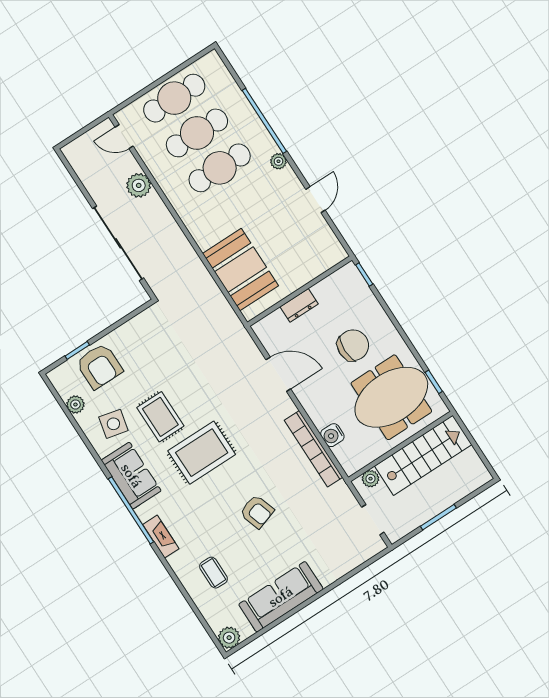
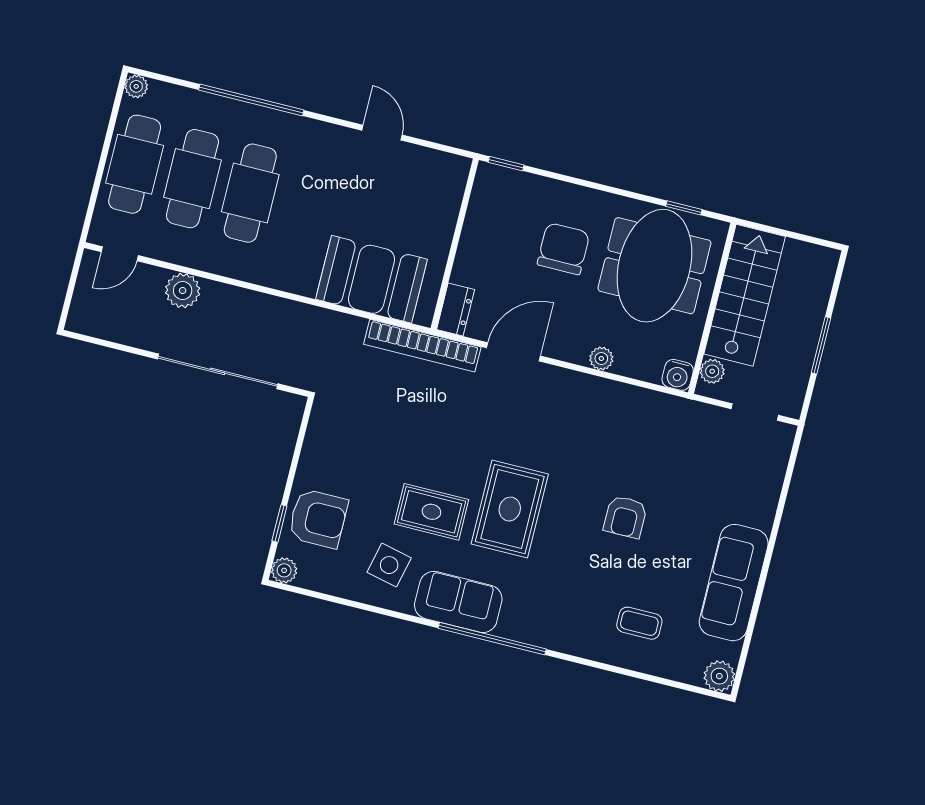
plant: (278, 161) -> (136, 86), moved
dresser: (299, 305) -> (456, 309), moved
plant: (75, 404) -> (284, 570), moved
plant: (320, 419) -> (601, 359), added
water cooler: (332, 435) -> (678, 375), moved
bookcase: (313, 449) -> (422, 346), moved
armchair: (257, 512) -> (625, 517), turned 108
fireplace: (161, 537) -> (549, 637), removed

